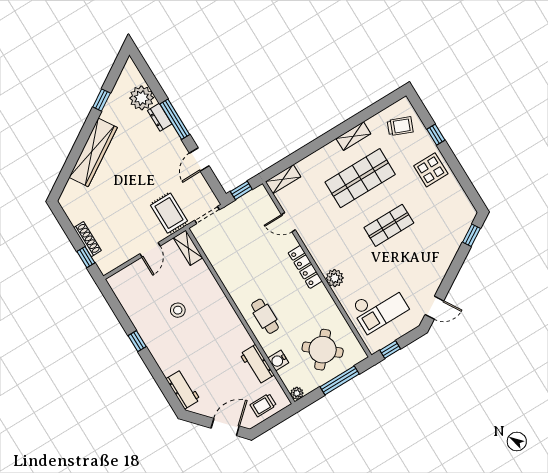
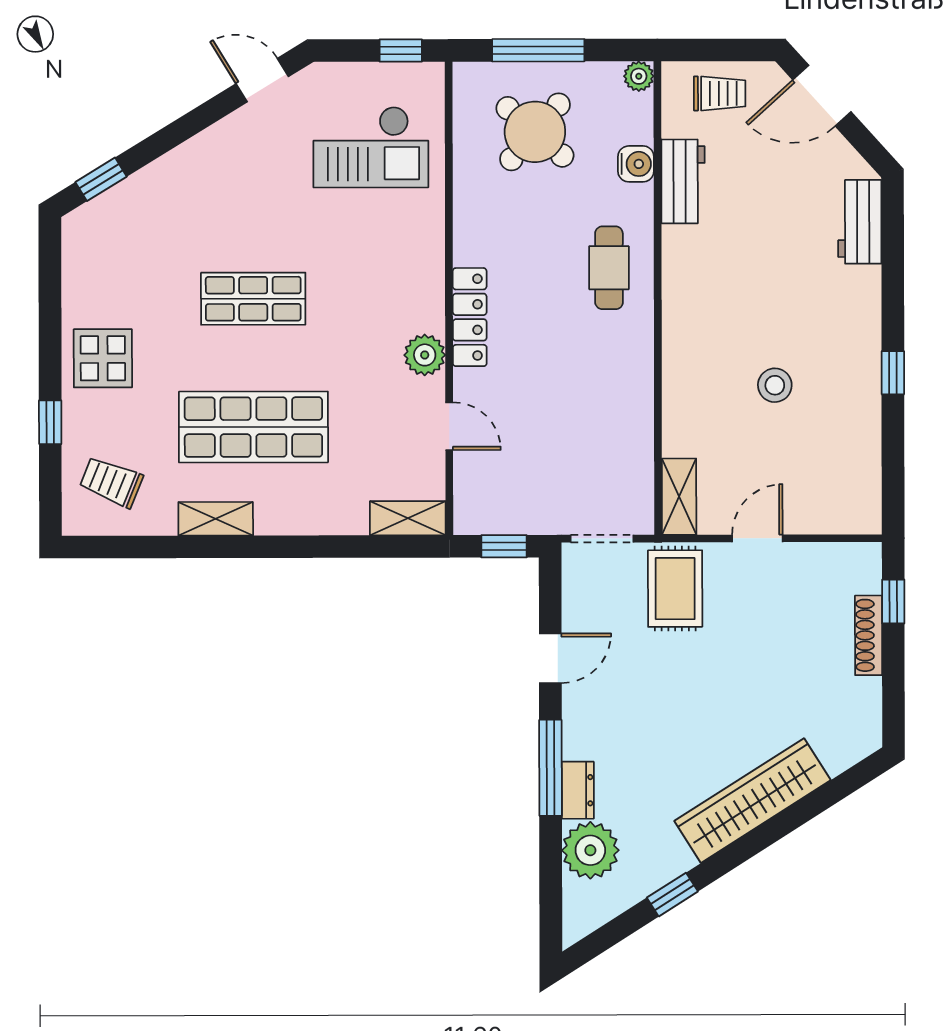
plant: (335, 278) -> (425, 355), moved
checkout: (380, 307) -> (371, 147), turned 180

